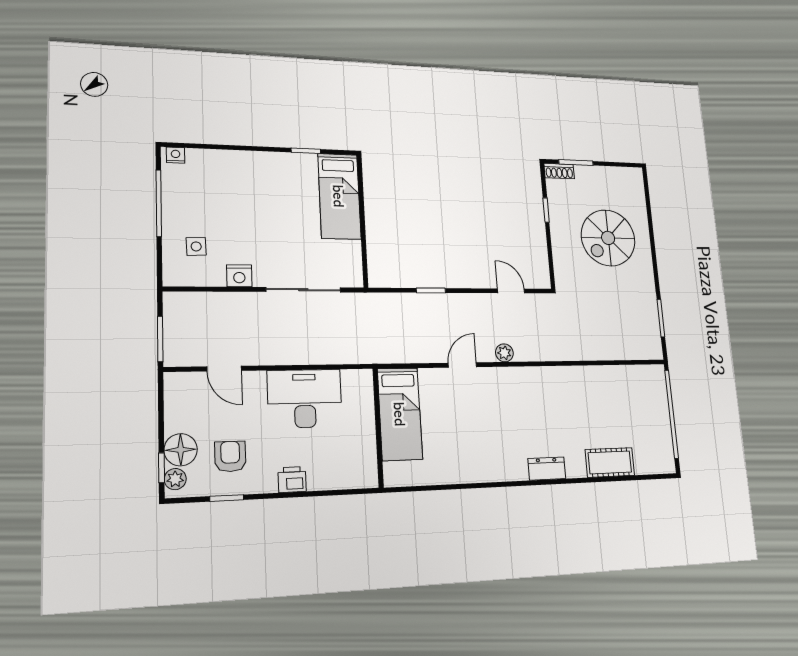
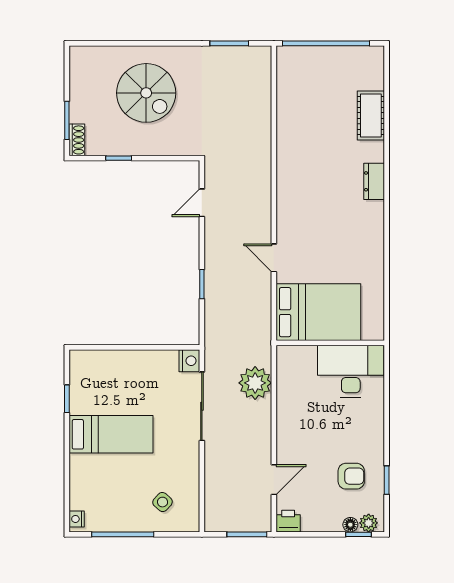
bed: (339, 196) -> (111, 434), moved
side table: (196, 246) -> (163, 502), turned 45
nightstand: (239, 276) -> (189, 361), moved
plant: (504, 353) -> (255, 383), moved, width x1.88, depth x1.88
desk: (305, 399) -> (351, 371), moved, turned 90
bed: (400, 414) -> (318, 312), width x1.50
floor lamp: (181, 450) -> (350, 525), width x0.53, depth x0.53
armchair: (230, 456) -> (351, 476), turned 180
printer: (292, 480) -> (288, 521), moved, turned 90

